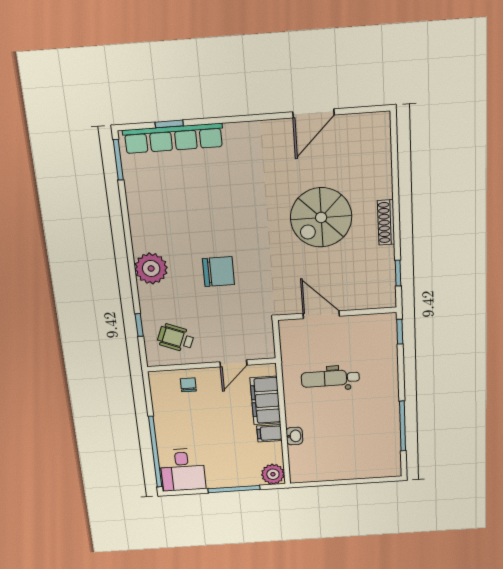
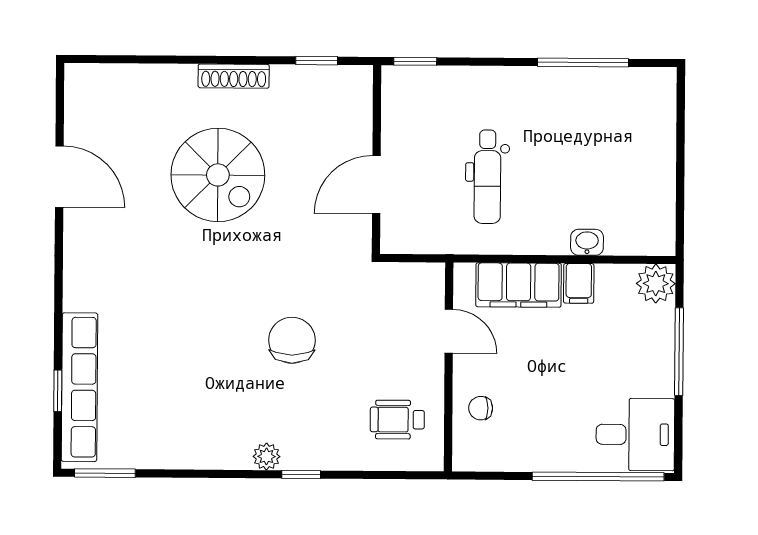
plant: (151, 268) -> (266, 456), width x0.53, depth x0.53
window: (139, 325) -> (301, 474), moved
wheelchair: (176, 338) -> (397, 420), turned 68

